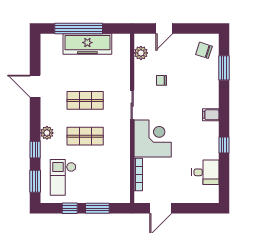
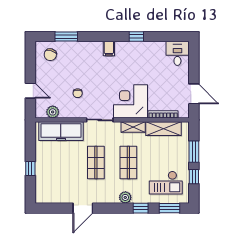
window: (79, 28) -> (30, 168), width x0.32
freezer: (87, 44) -> (61, 131), moved, turned 90
shelving: (124, 141) -> (133, 127), added
desk: (205, 172) -> (177, 53), moved
shelving: (122, 175) -> (164, 129), added

